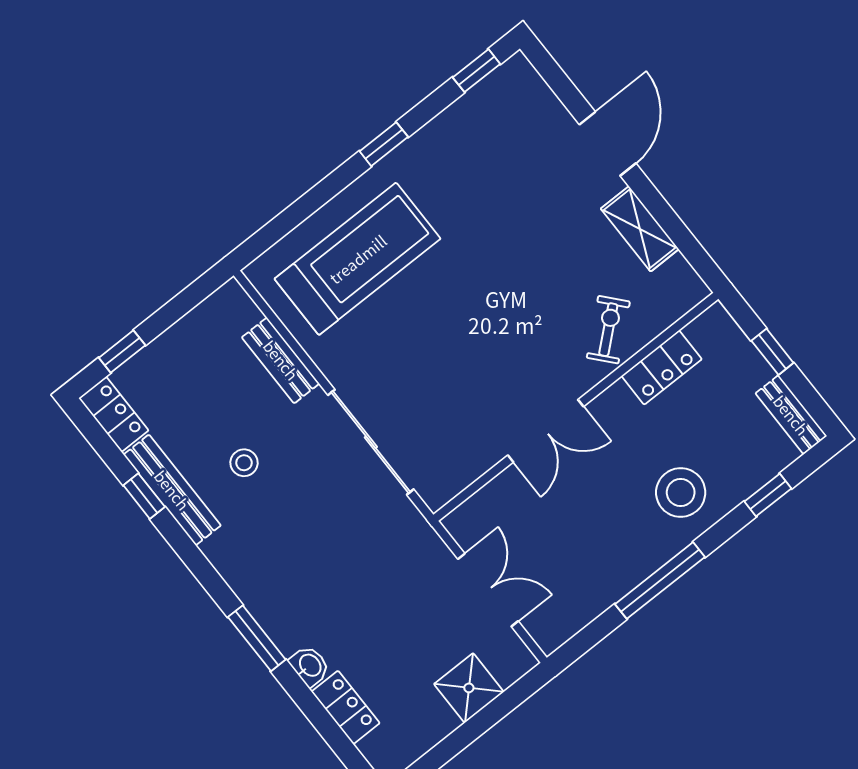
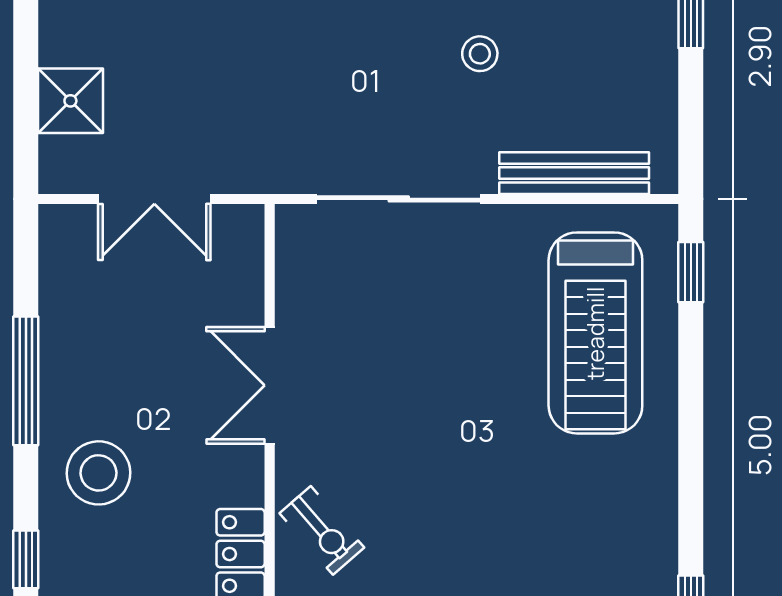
window: (384, 144) -> (691, 272), moved
bench: (281, 360) -> (574, 173), width x1.36

